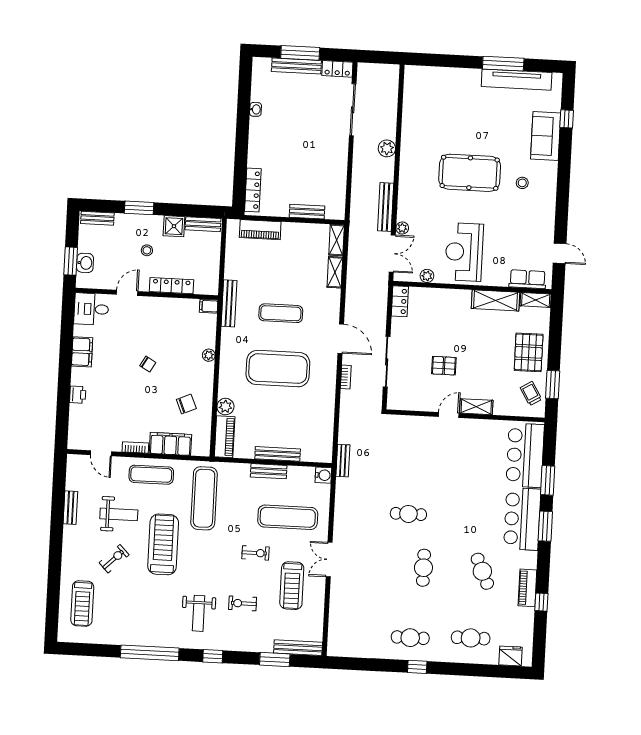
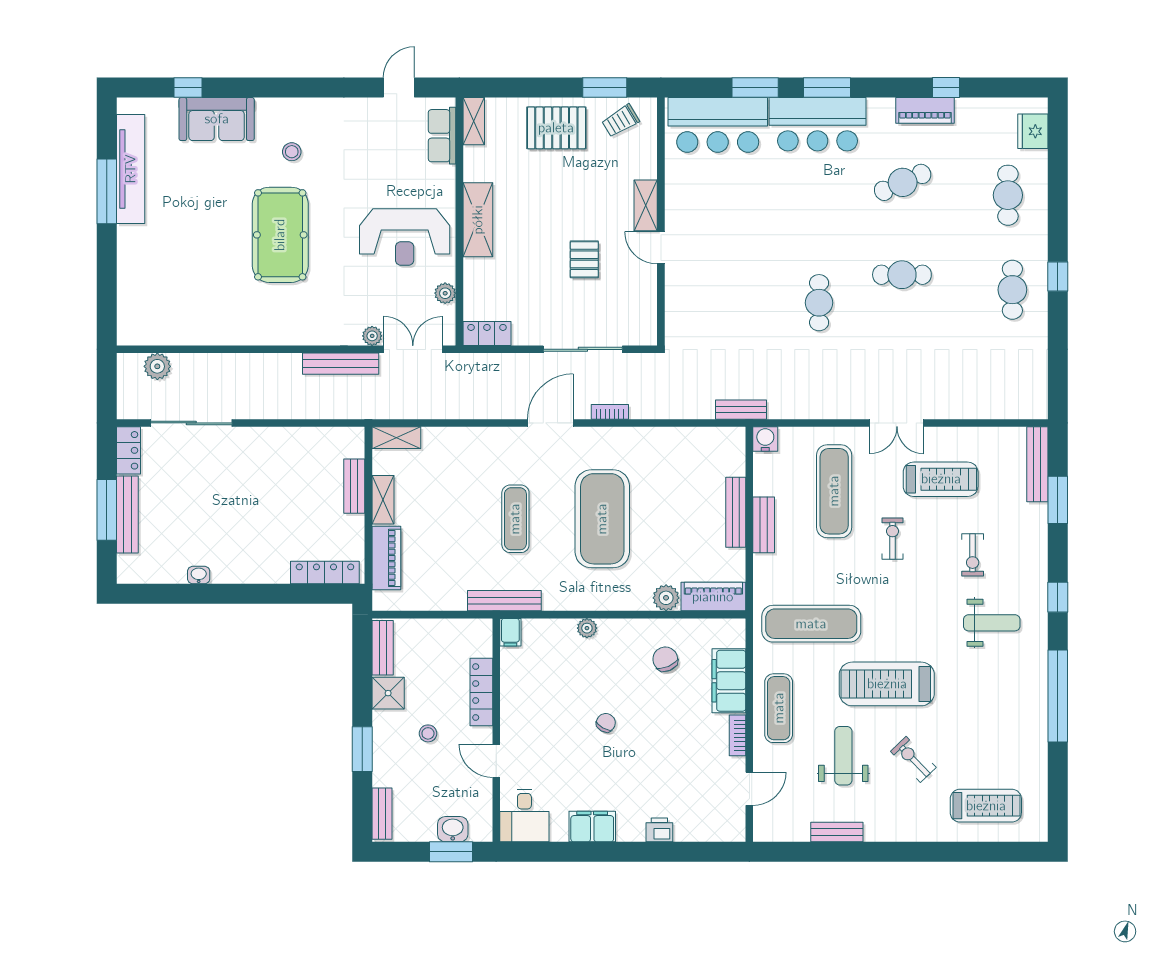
plant: (387, 148) -> (157, 366), moved
shelving: (335, 272) -> (383, 500), moved, turned 90
shelving: (495, 300) -> (478, 220), moved

